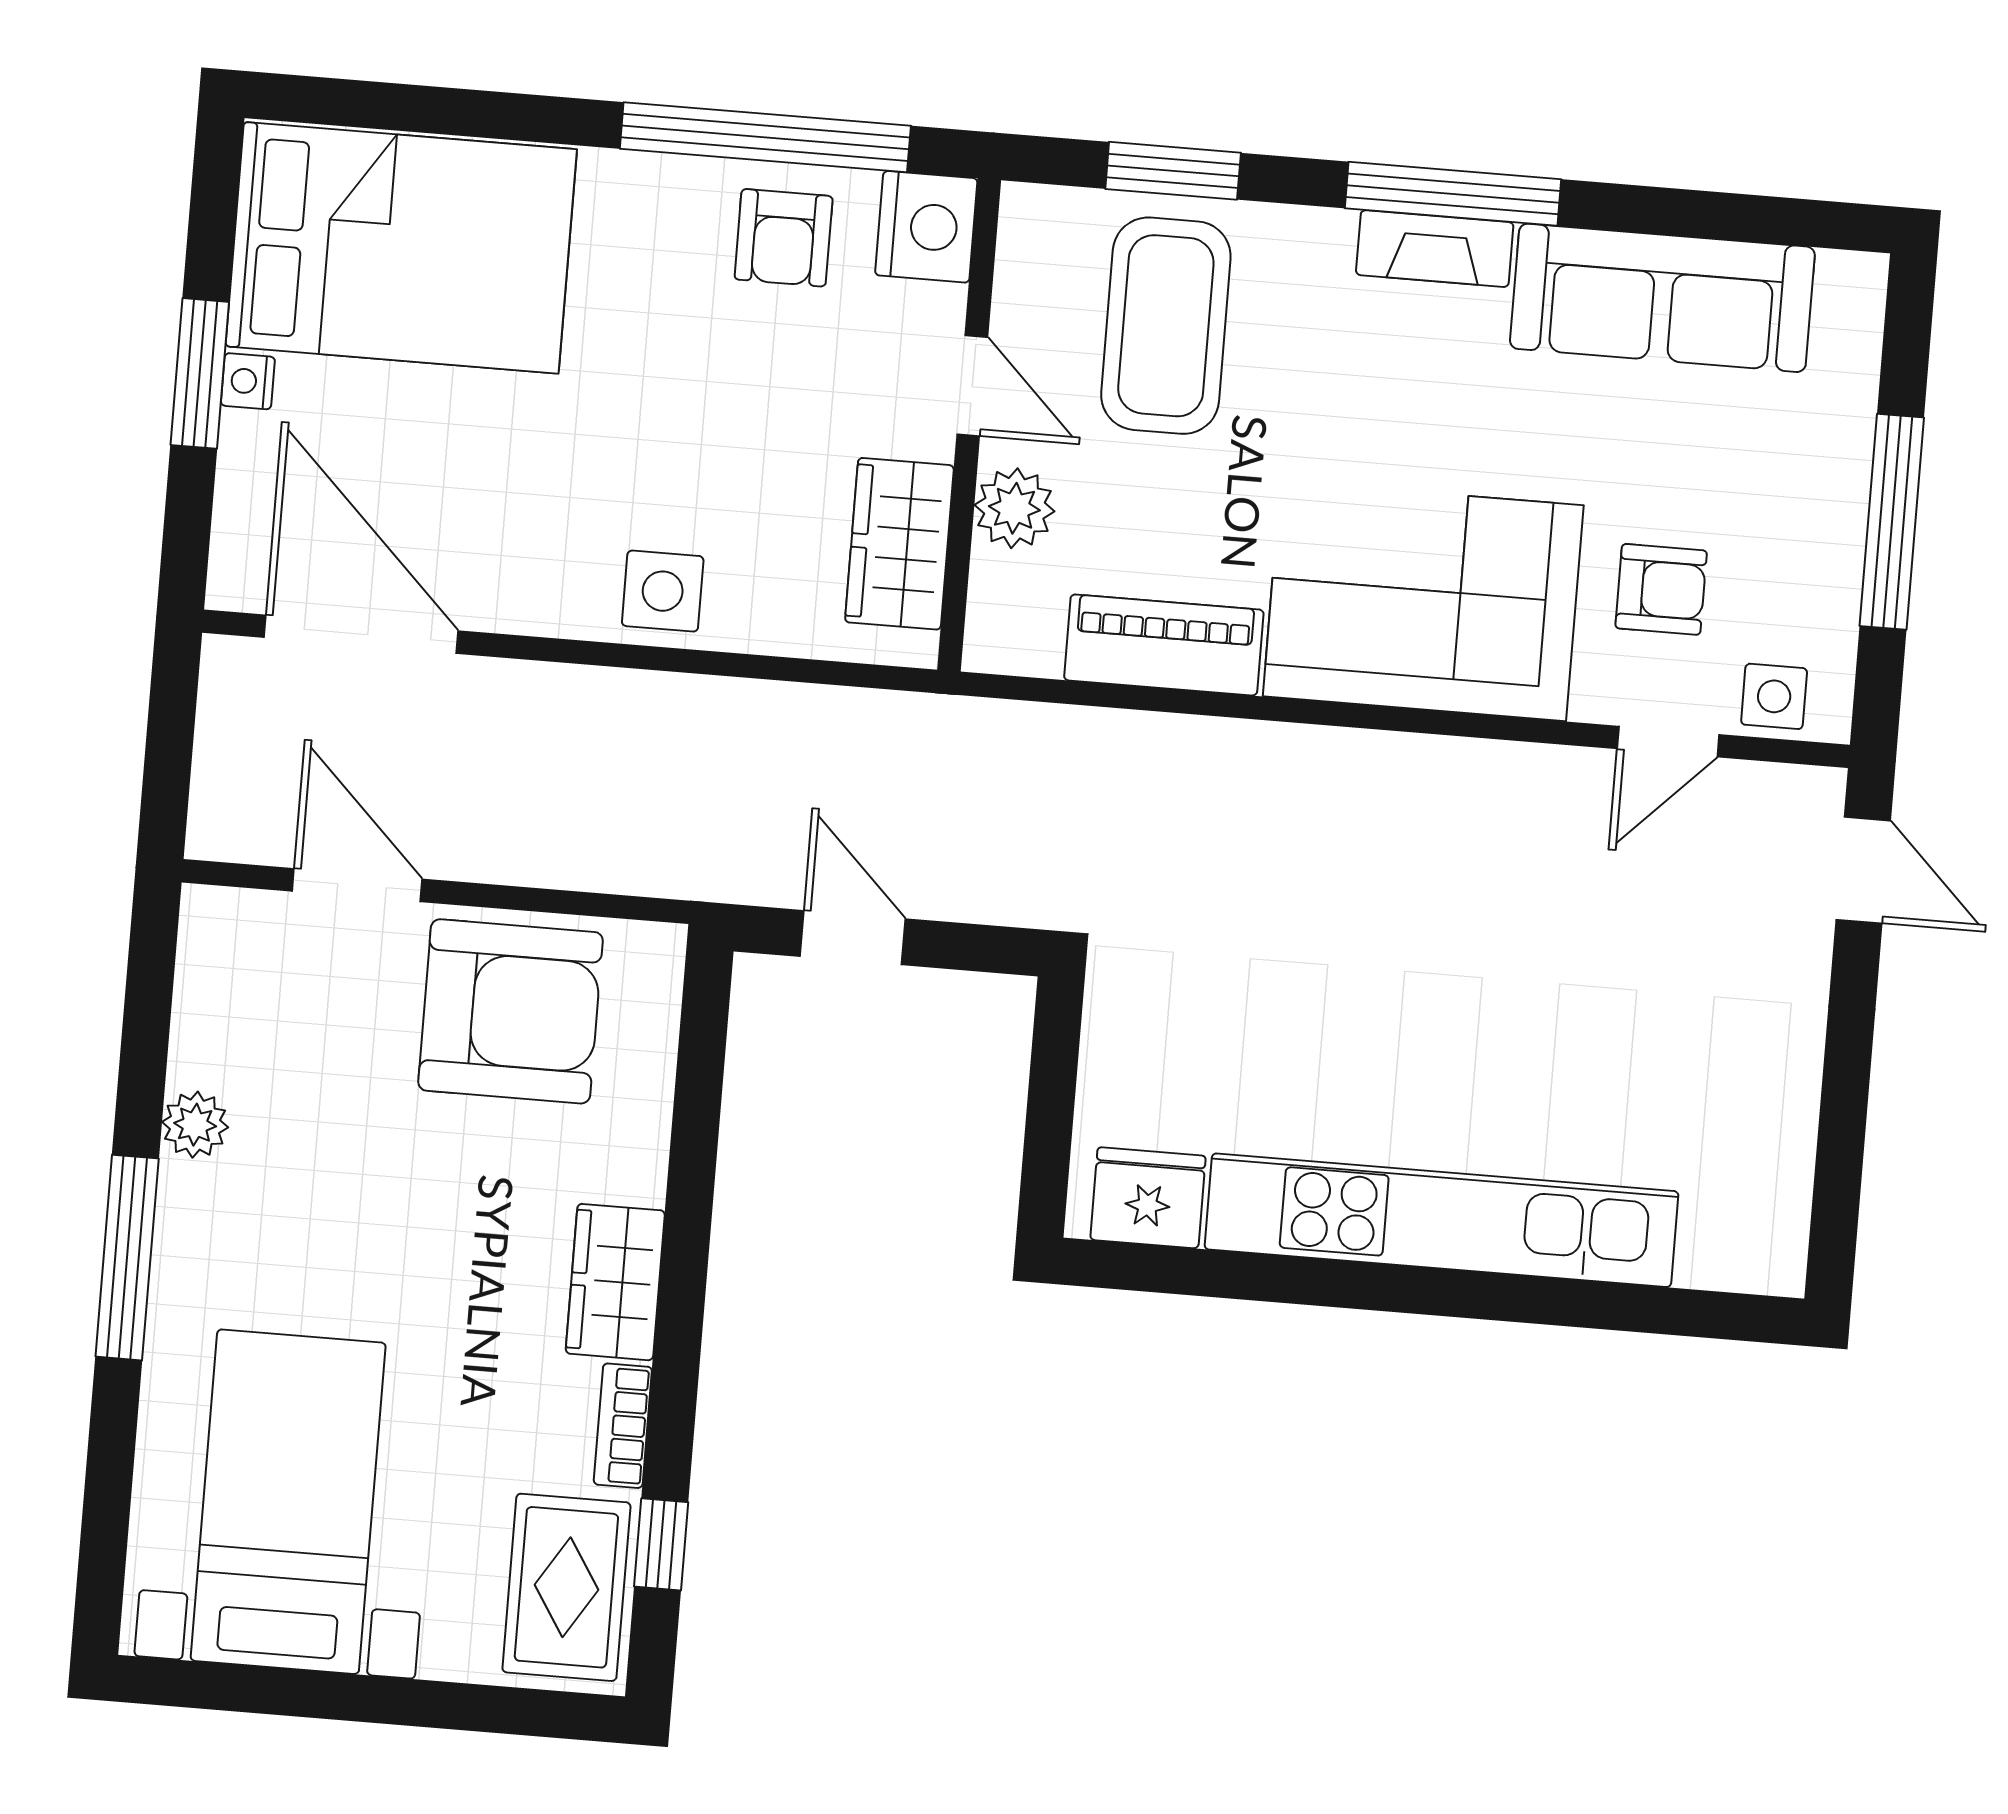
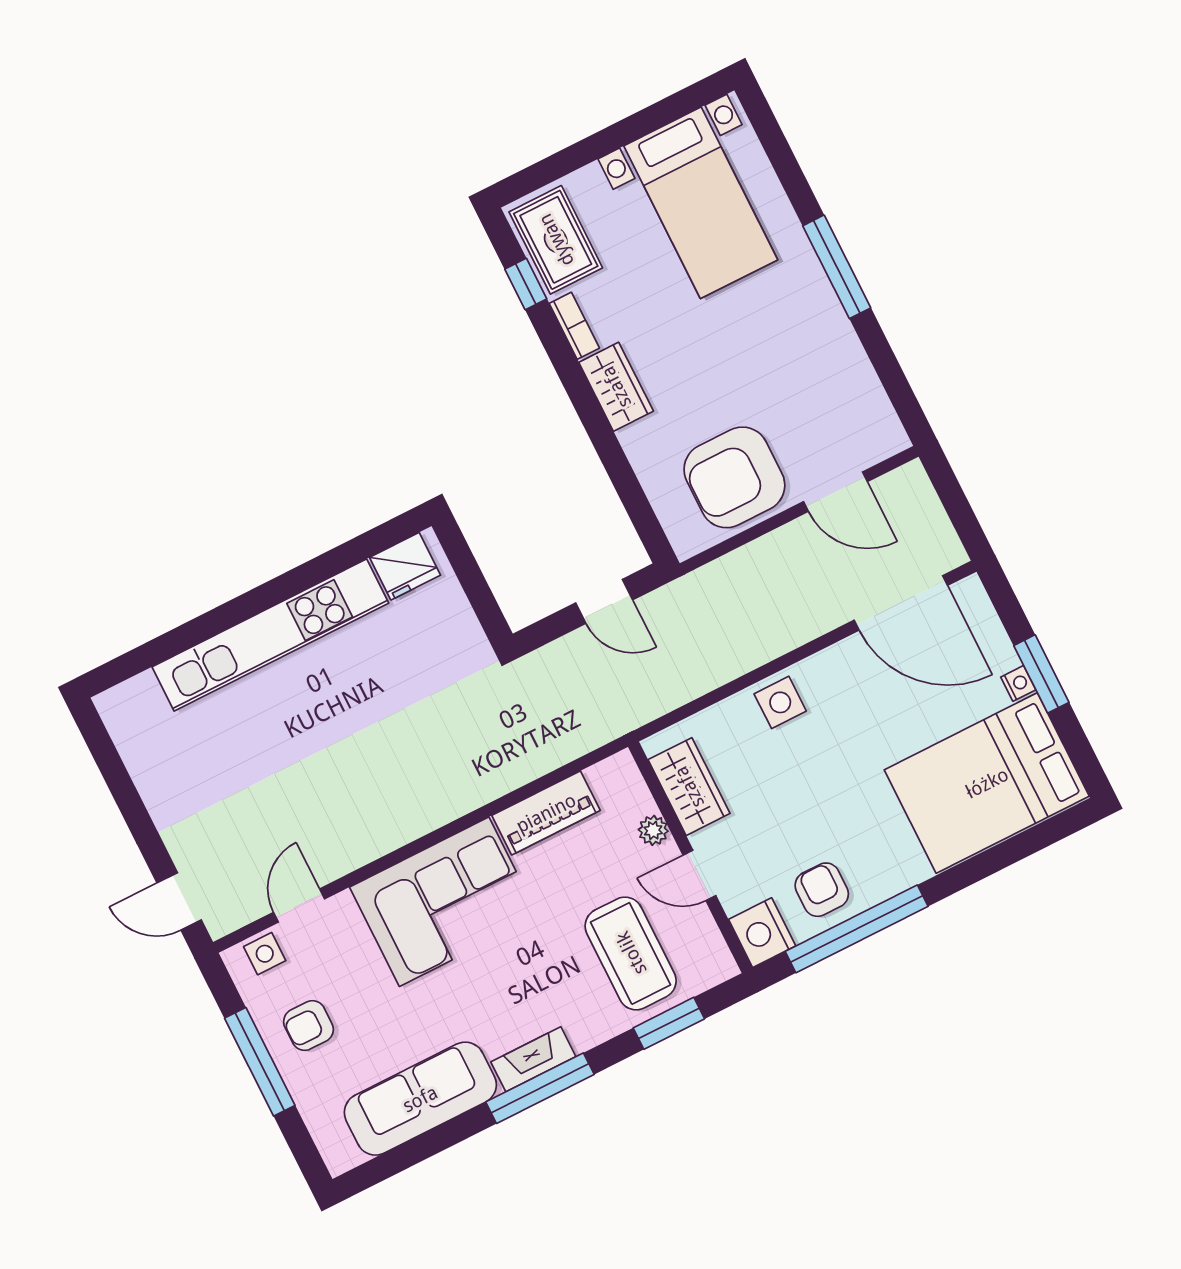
plant: (1014, 508) -> (653, 830), width x0.73, depth x0.73
armchair: (1661, 589) -> (308, 1026), moved
plant: (195, 1125) -> (842, 343), removed

